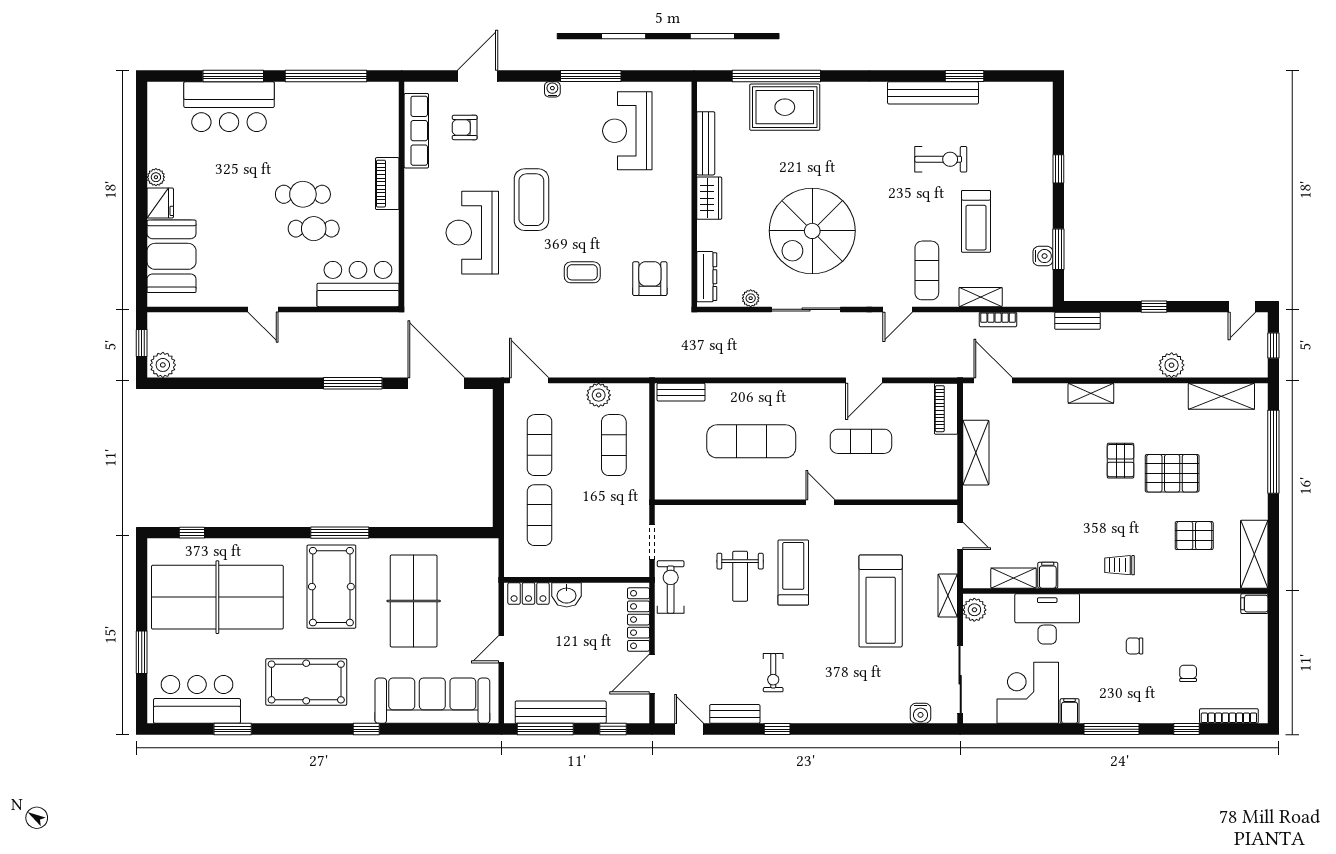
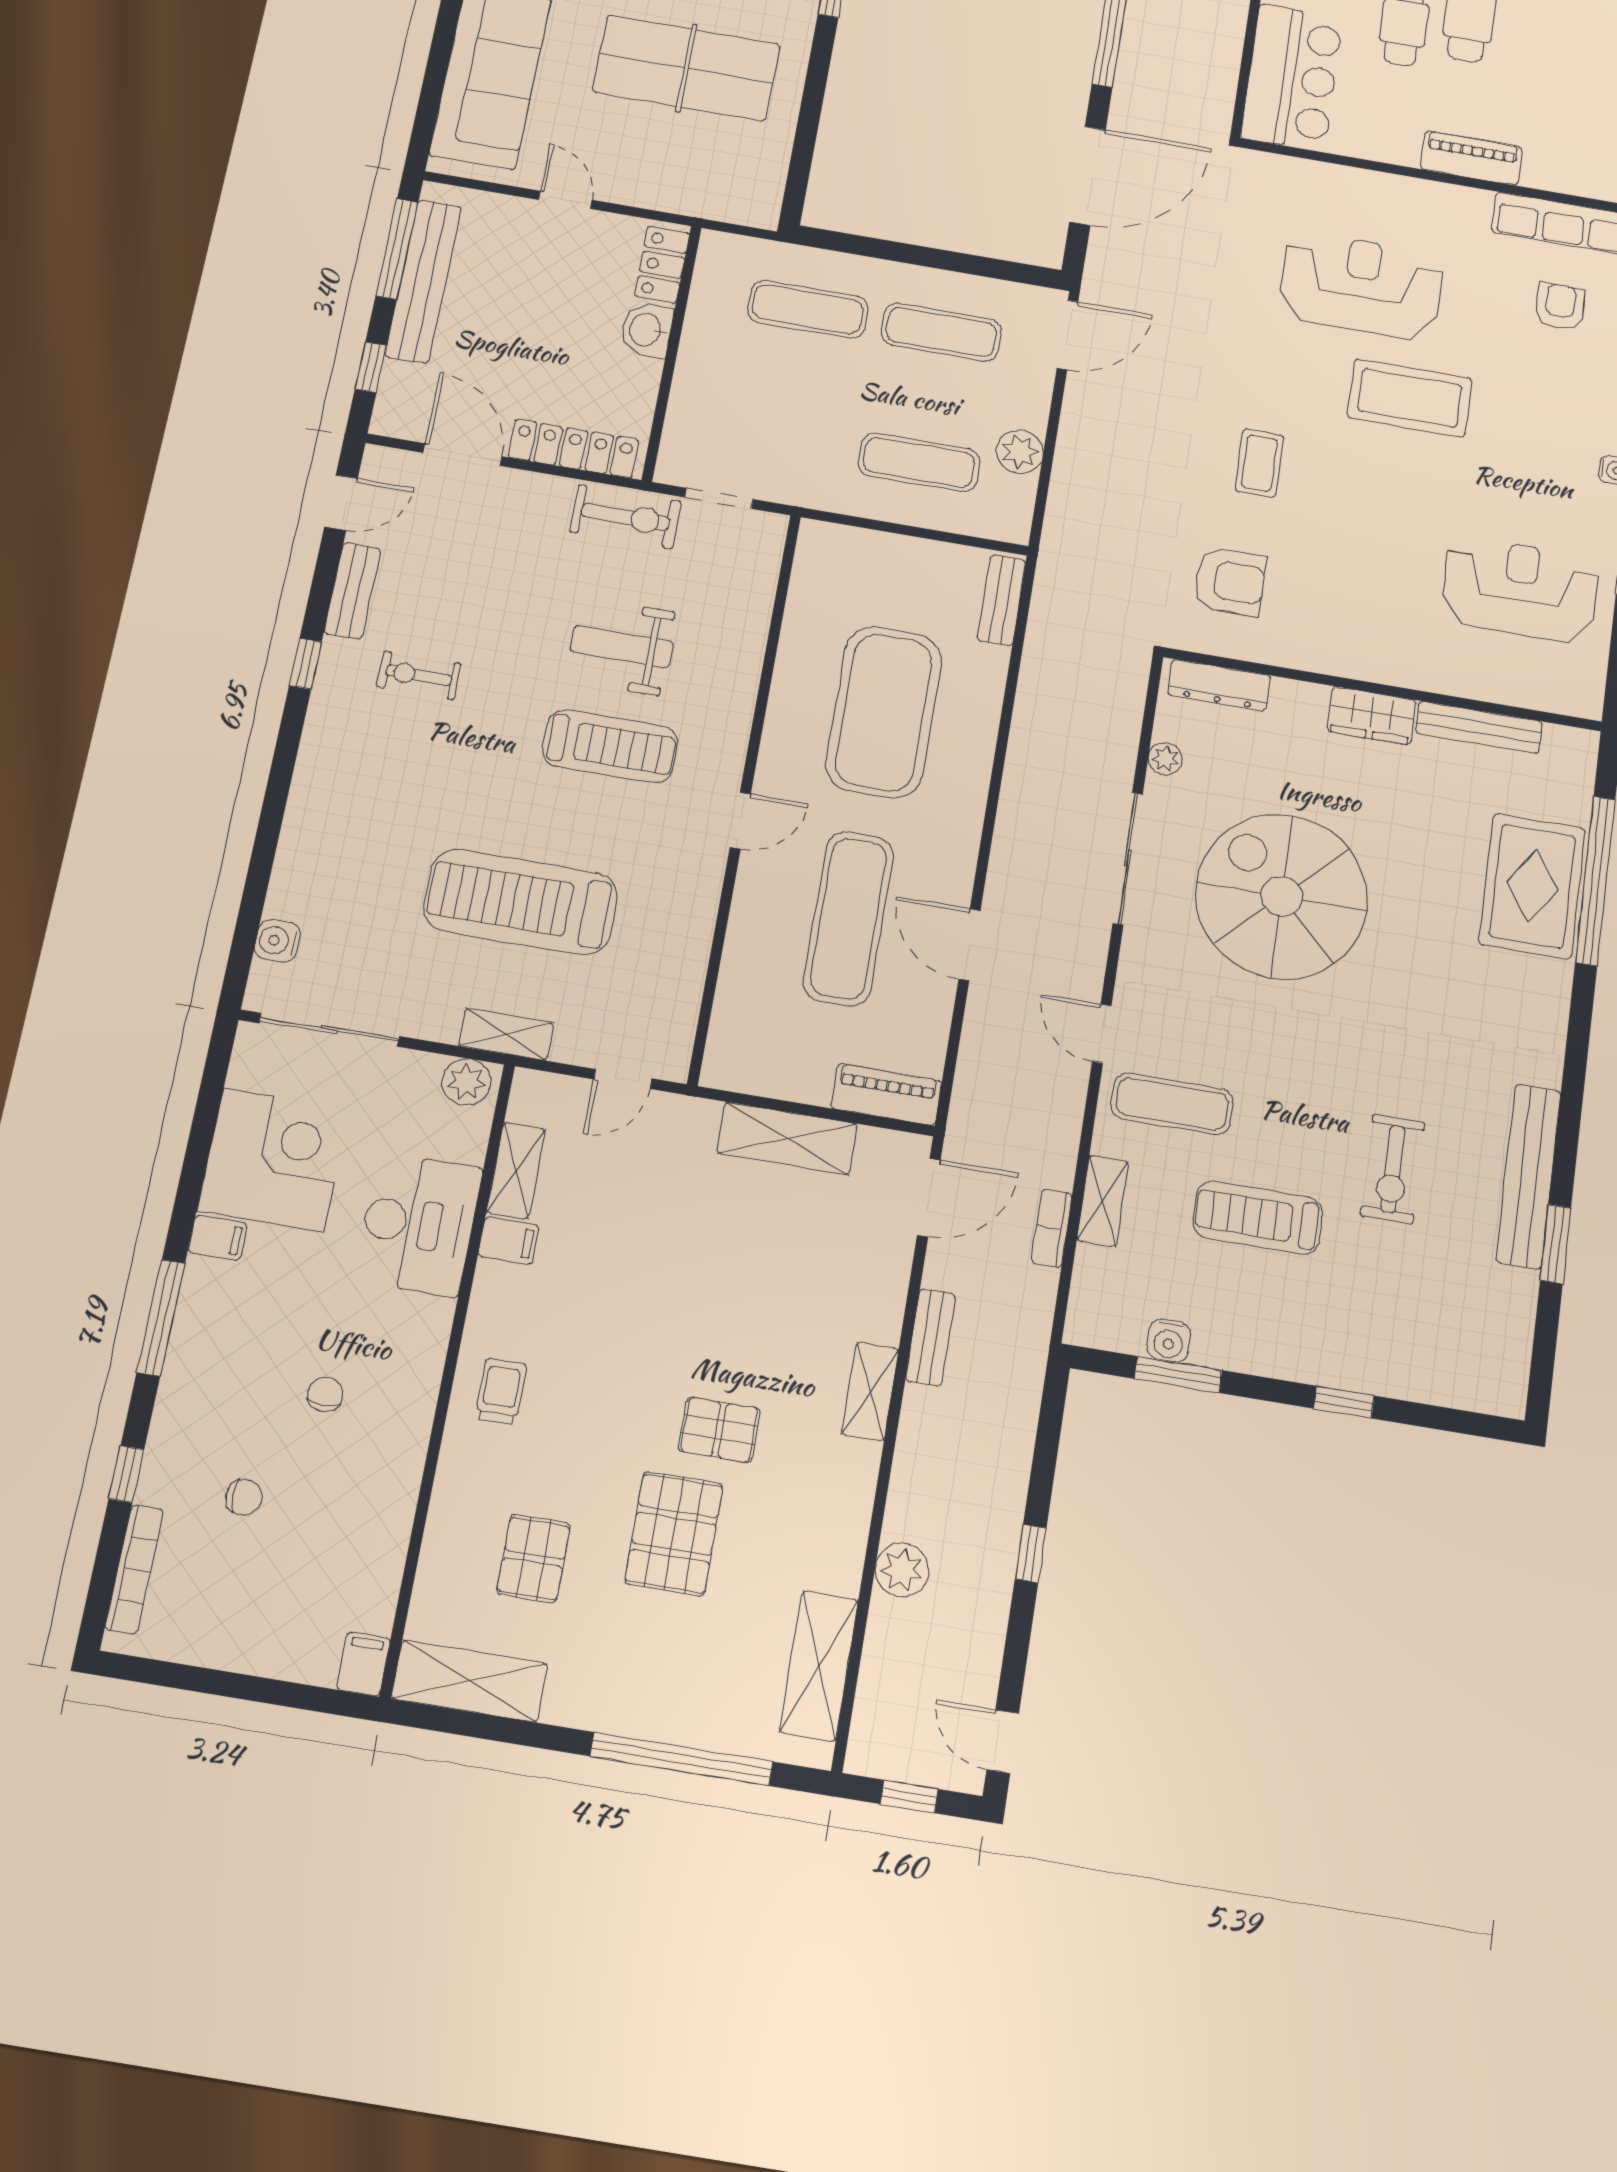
bench: (1078, 321) -> (930, 1337), moved
exercise mat: (751, 441) -> (884, 712), width x1.47
exercise mat: (861, 441) -> (848, 918), width x1.36, depth x1.45

